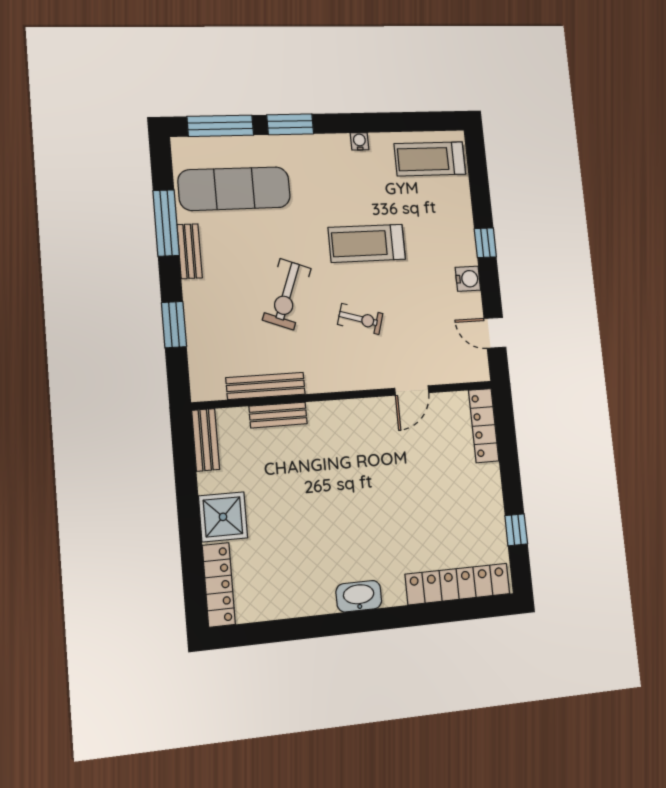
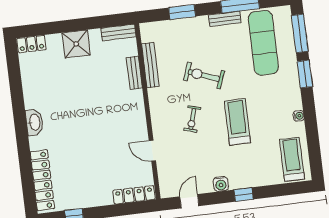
locker: (219, 585) -> (32, 44), width x0.66

